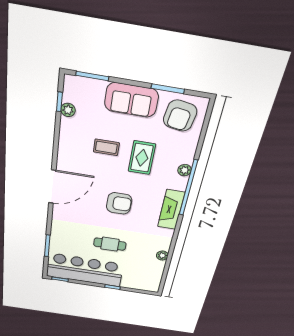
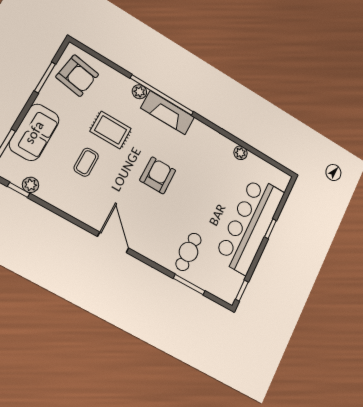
sofa: (131, 100) -> (34, 132), moved
door: (52, 187) -> (113, 242), width x0.73
fireplace: (171, 210) -> (168, 113), moved
cafe table: (110, 244) -> (189, 252), moved
bar counter: (85, 270) -> (250, 224), moved

